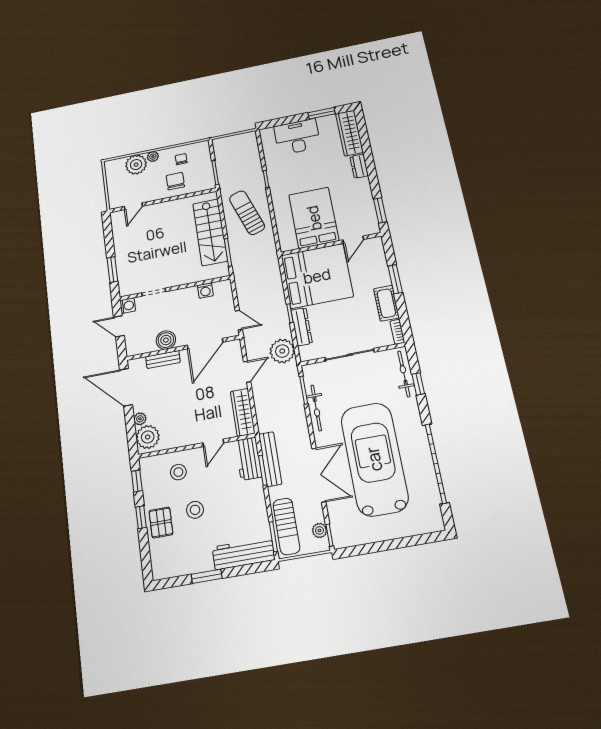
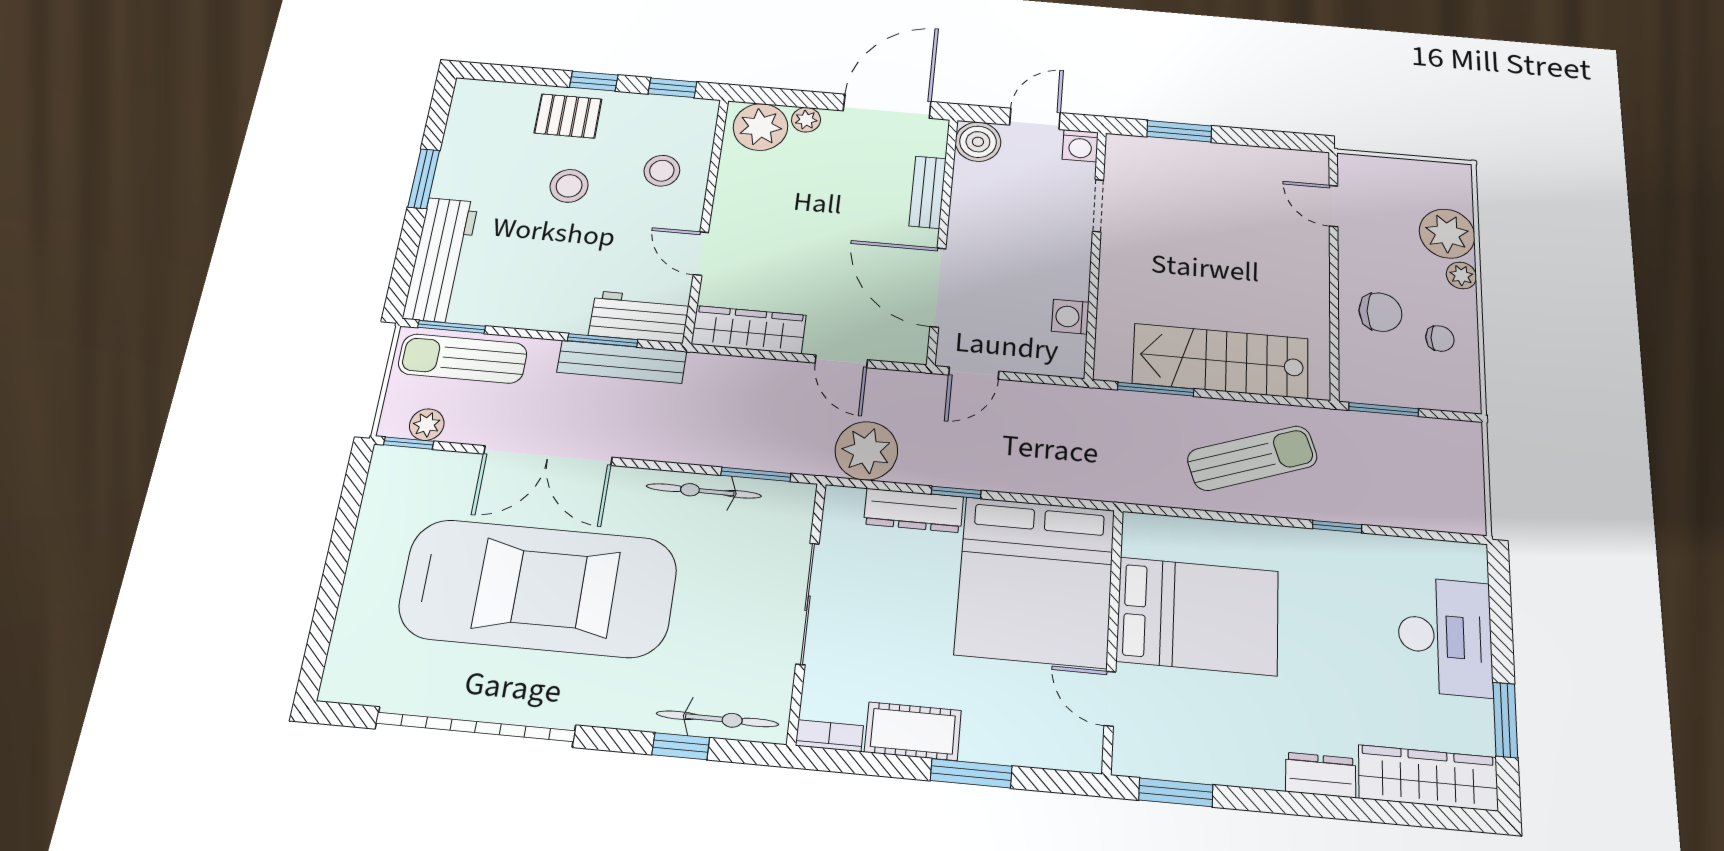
boiler: (166, 340) -> (978, 142), moved

